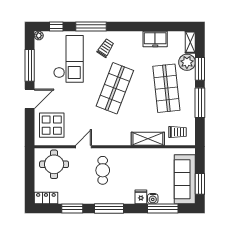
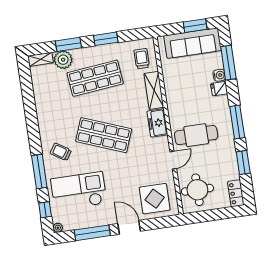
freezer: (155, 39) -> (157, 123), moved, turned 180
window: (200, 103) -> (106, 39), width x0.69
door: (83, 147) -> (173, 160), swing flipped
cafe table: (103, 170) -> (196, 135), width x1.37, depth x1.35

